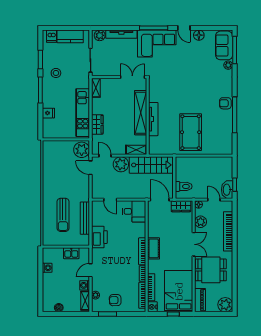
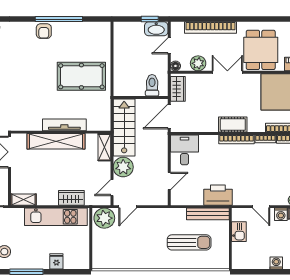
bench: (85, 218) -> (208, 214), moved
washing machine: (47, 268) -> (276, 263), moved

